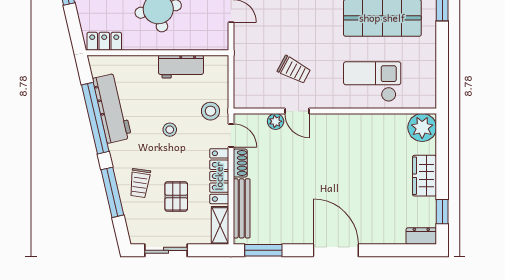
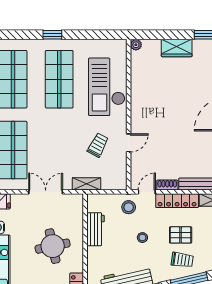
shelving: (242, 55) -> (86, 184), added
checkout: (372, 82) -> (107, 87), width x1.36, depth x1.21
plant: (276, 121) -> (136, 159), removed
plant: (422, 127) -> (136, 45), width x0.53, depth x0.53
pallet: (176, 197) -> (181, 235), moved

